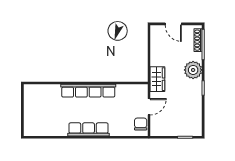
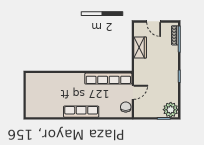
plant: (193, 70) -> (171, 110), moved
wardrobe: (157, 79) -> (140, 47), moved
row of seats: (88, 91) -> (108, 79), moved

